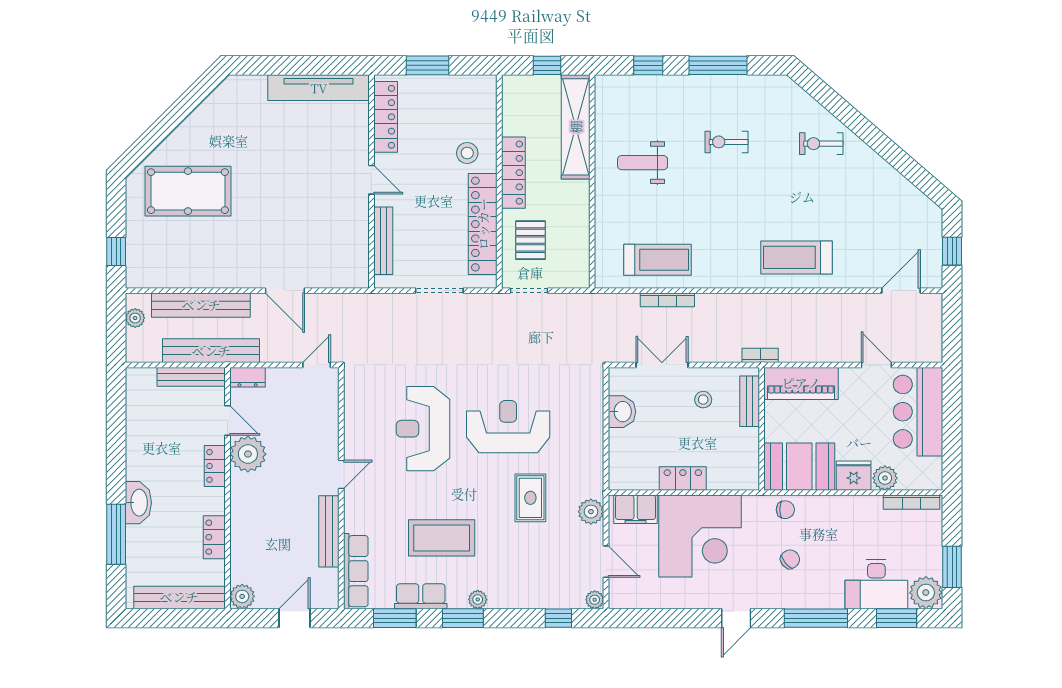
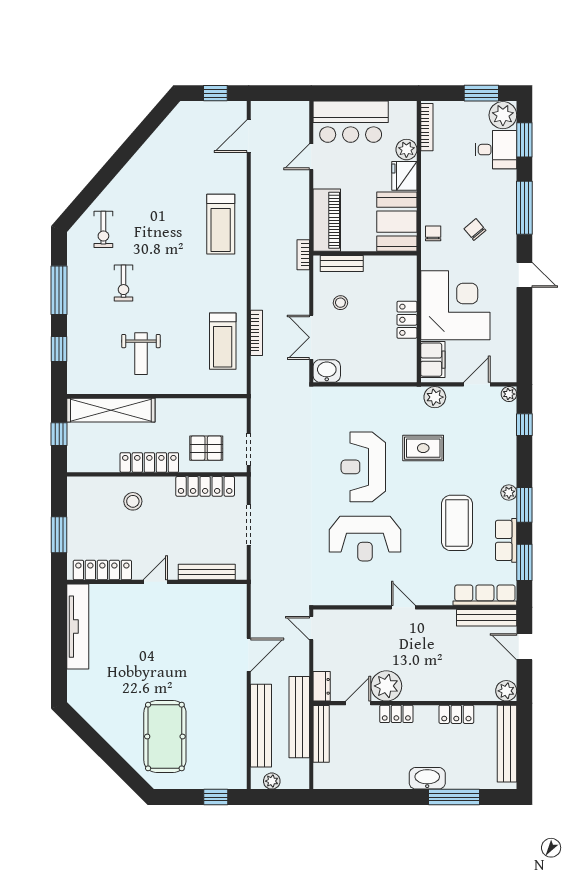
exercise bike: (821, 144) -> (103, 229), moved
locker: (483, 224) -> (205, 486), width x0.71, depth x0.83
treadmill: (657, 260) -> (223, 341), turned 180
door: (901, 291) -> (249, 136), hinge flipped
washbasin: (622, 412) -> (327, 371), moved
bench: (329, 531) -> (487, 618), moved
desk: (876, 584) -> (496, 150), width x0.73

